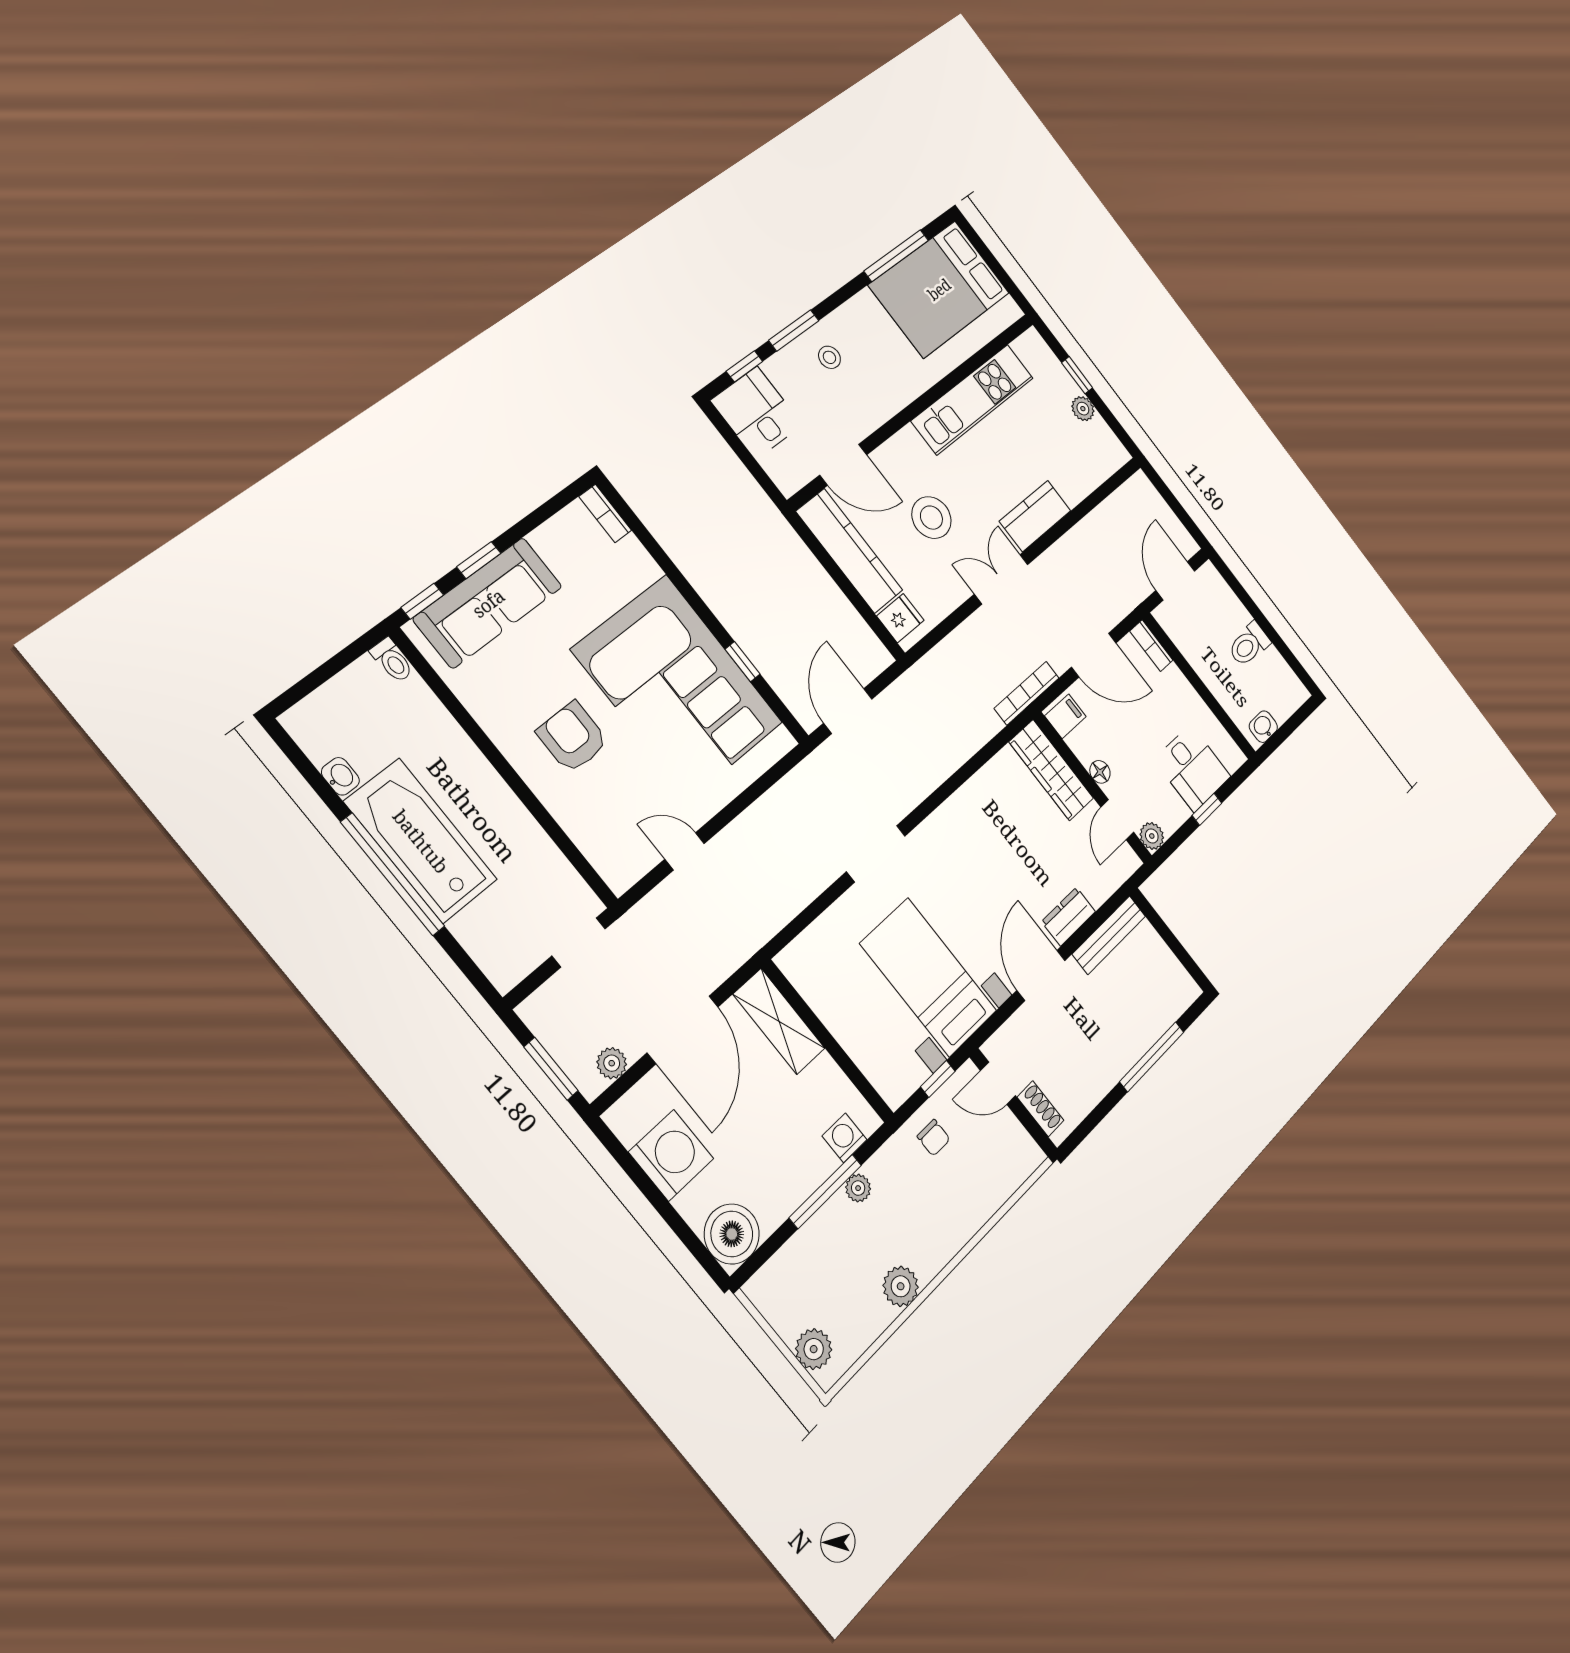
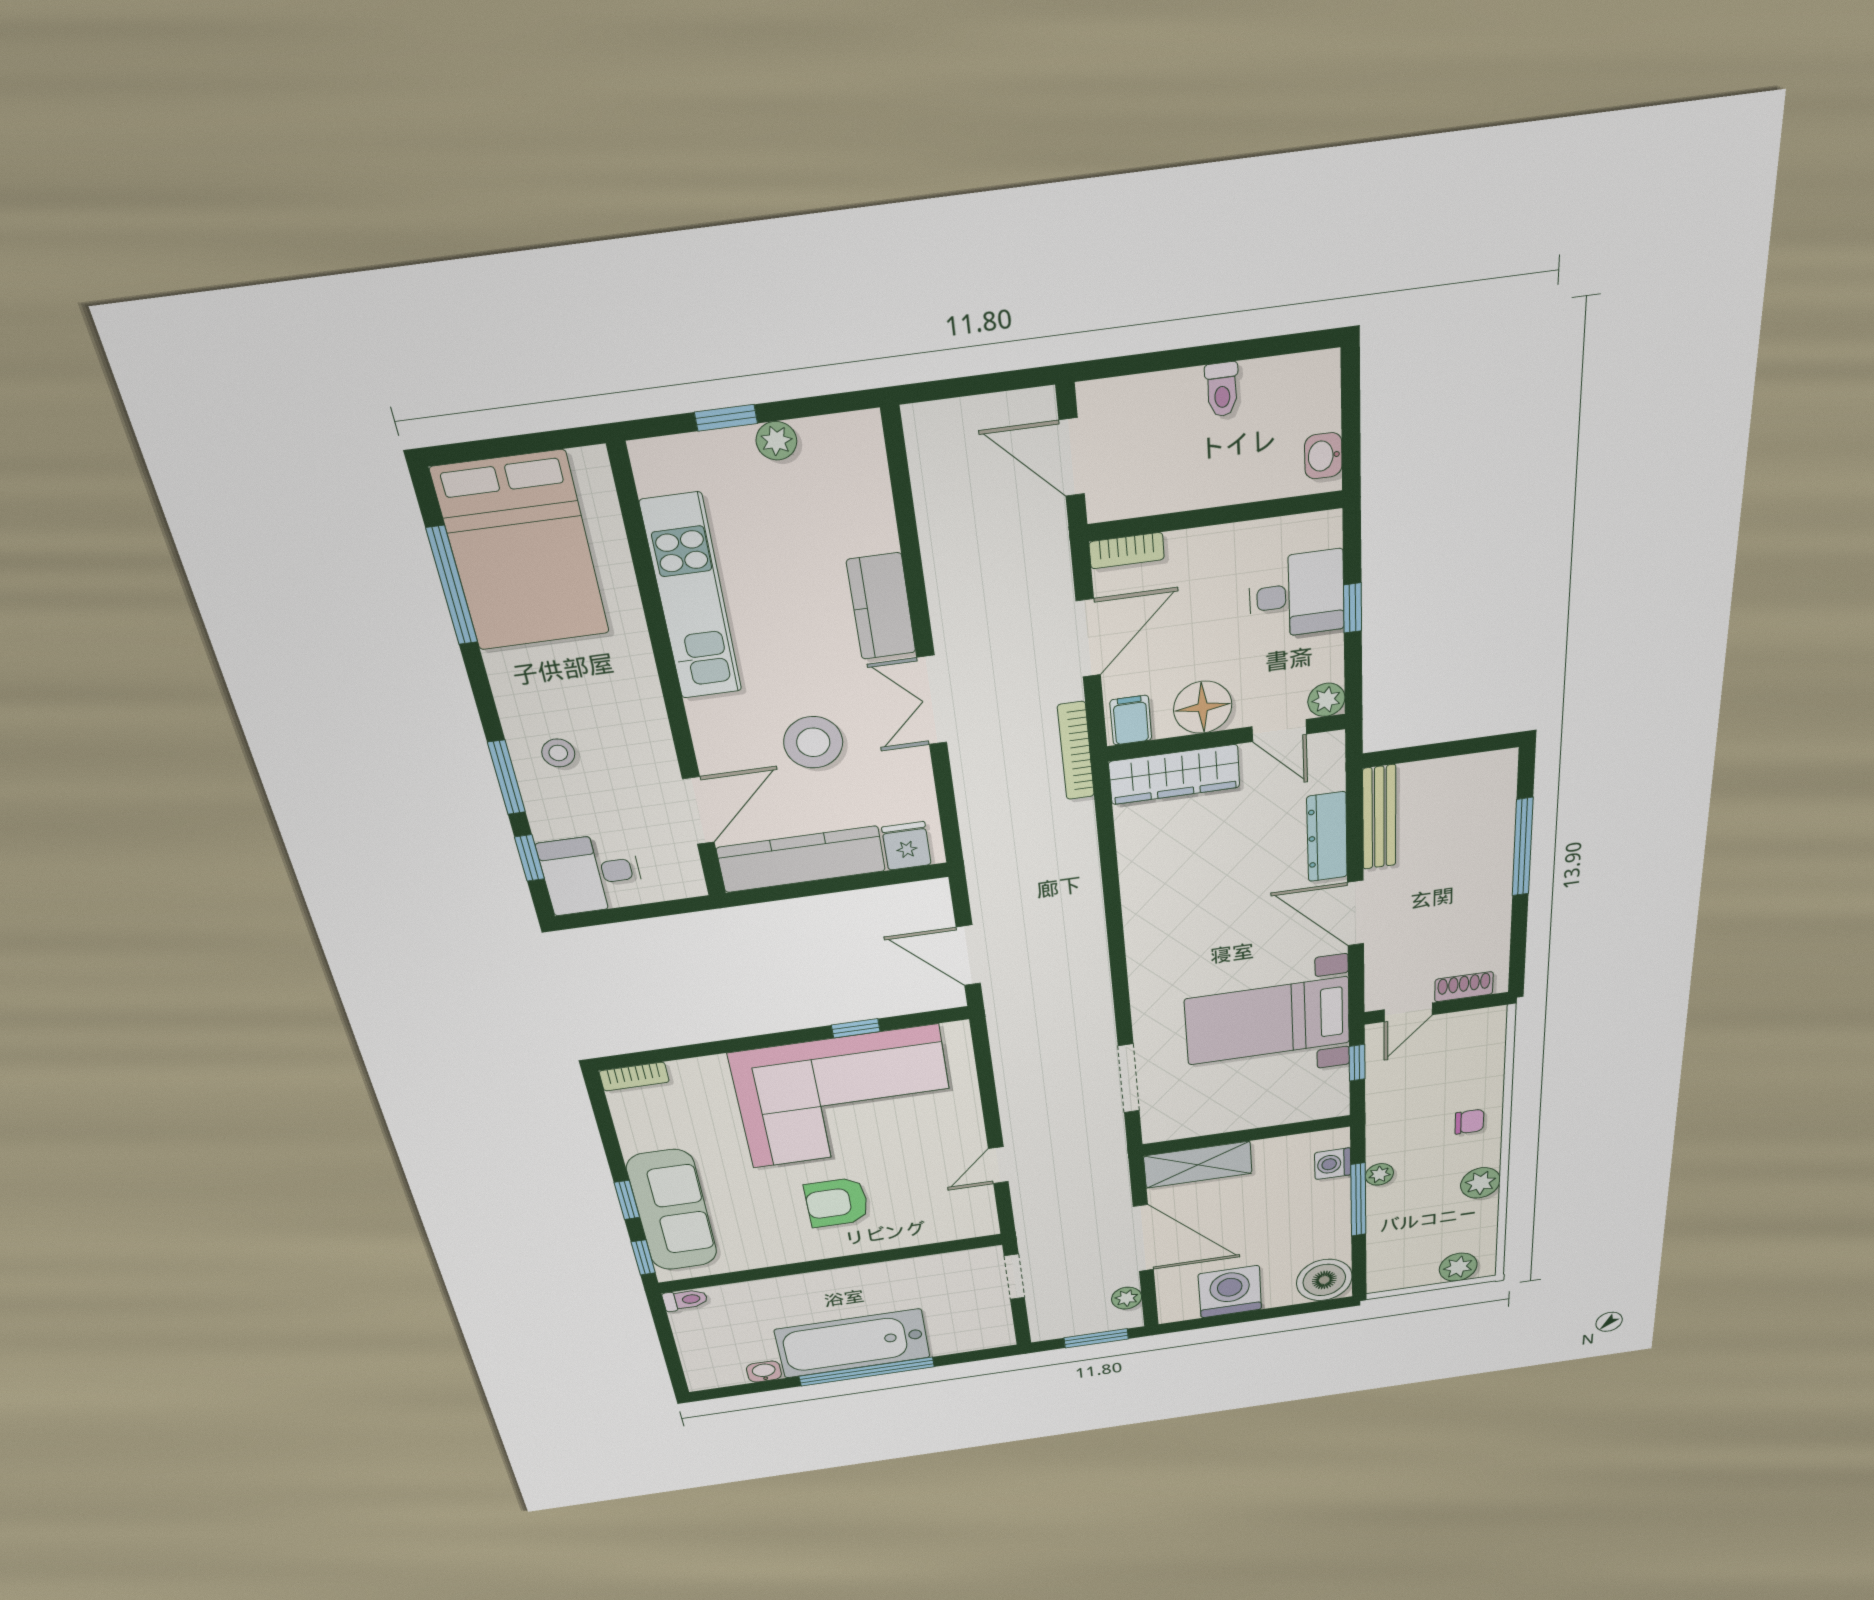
toilet: (1249, 644) -> (1222, 389), width x0.73, depth x0.72
floor lamp: (1100, 772) -> (1203, 707), width x1.89, depth x1.89
doorway: (876, 854) -> (1129, 1079), moved
dresser: (1069, 917) -> (1327, 837), width x1.44
chair: (934, 1138) -> (1469, 1122), moved

